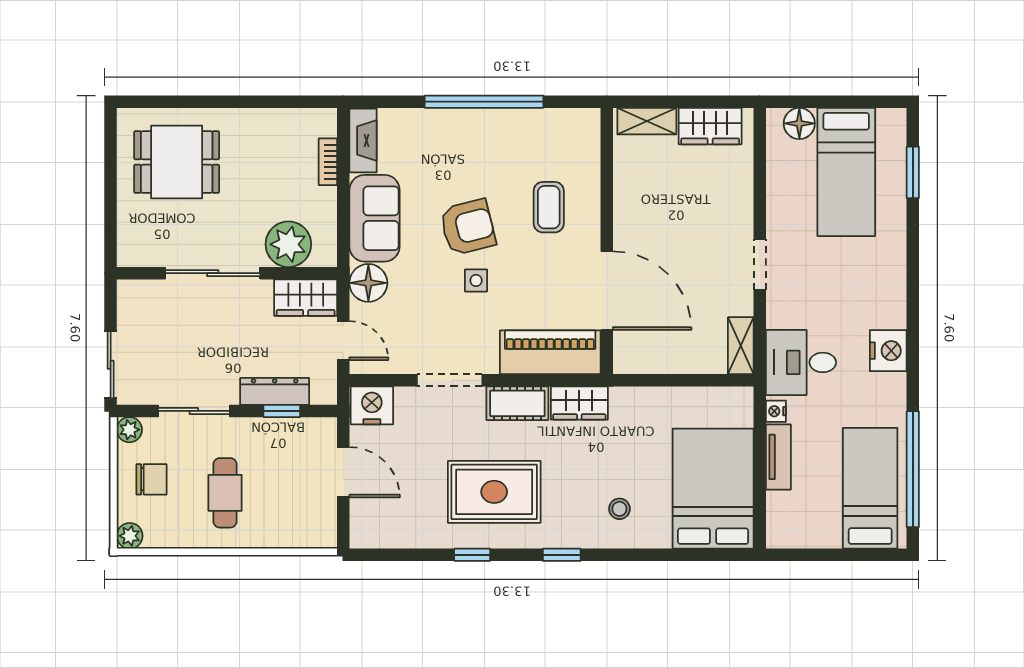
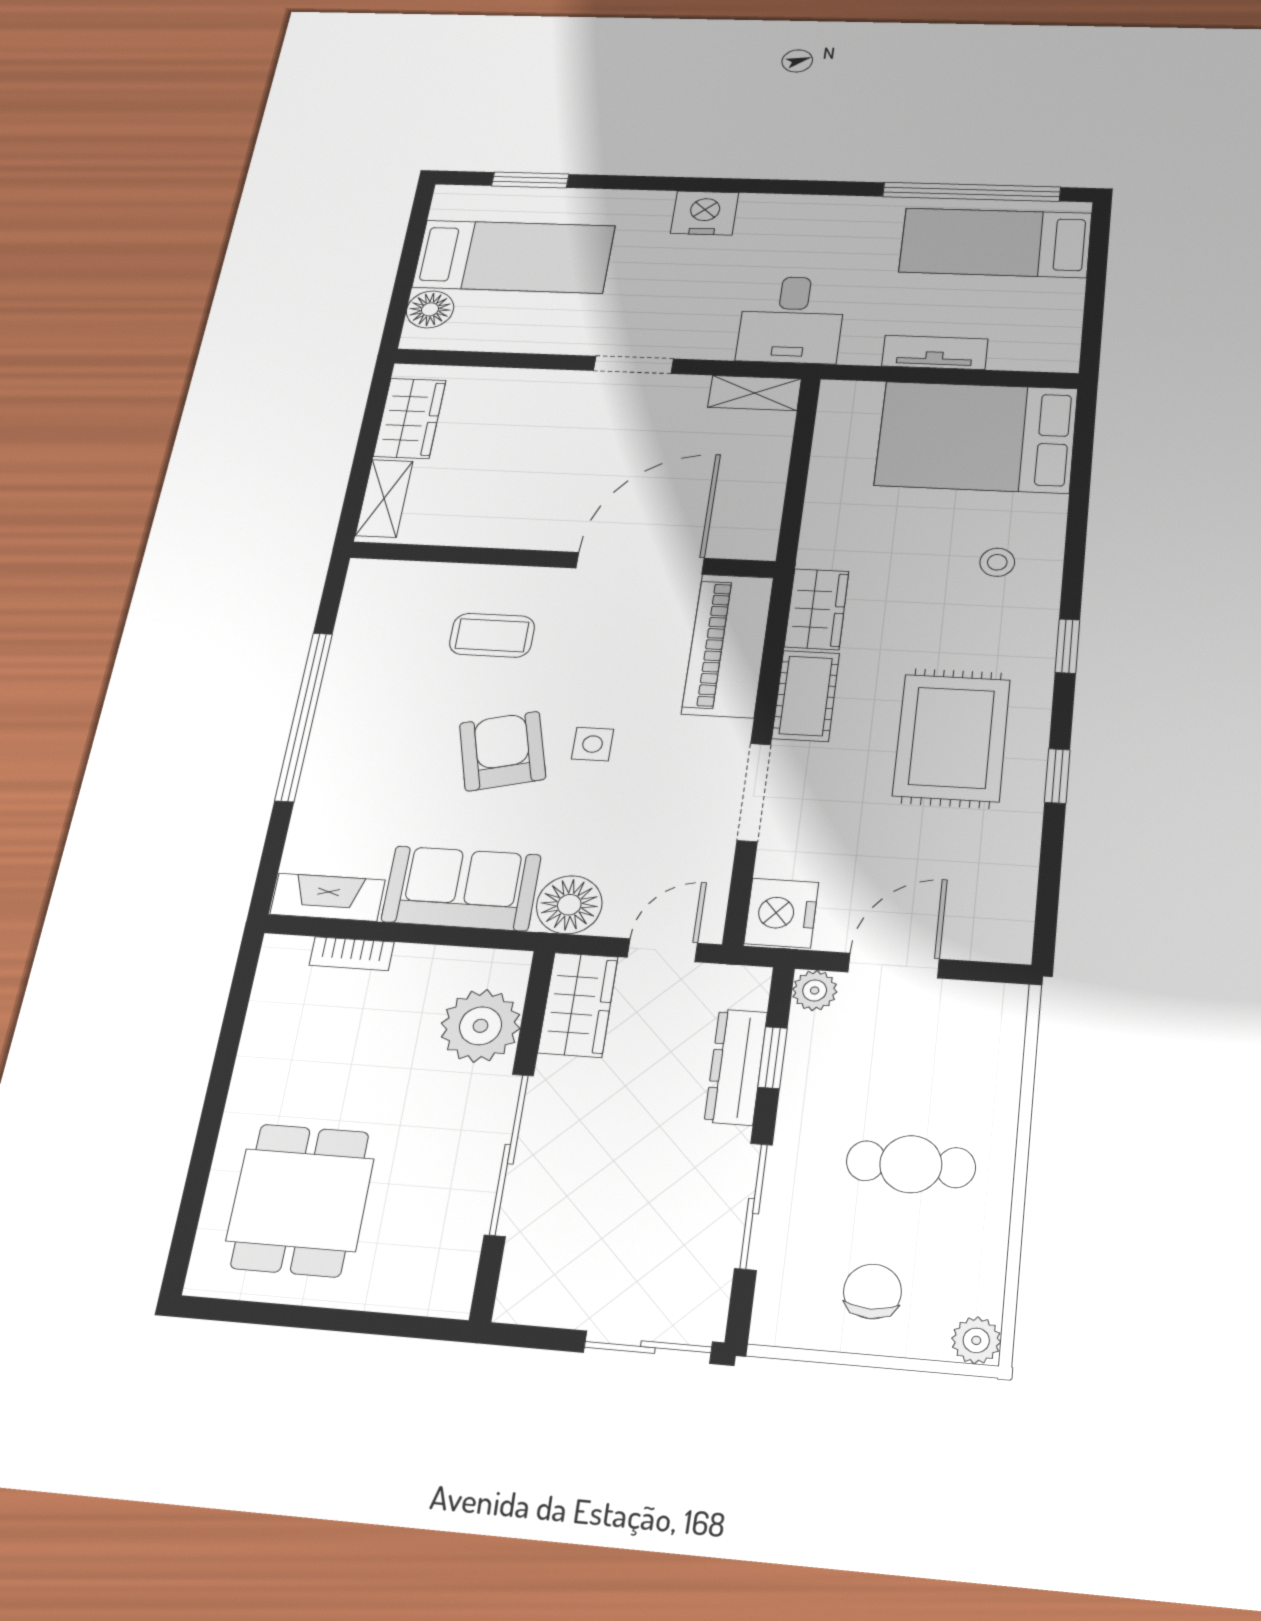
nightstand: (888, 351) -> (705, 213), moved
nightstand: (776, 411) -> (863, 353), removed
plant: (129, 430) -> (815, 990), moved

